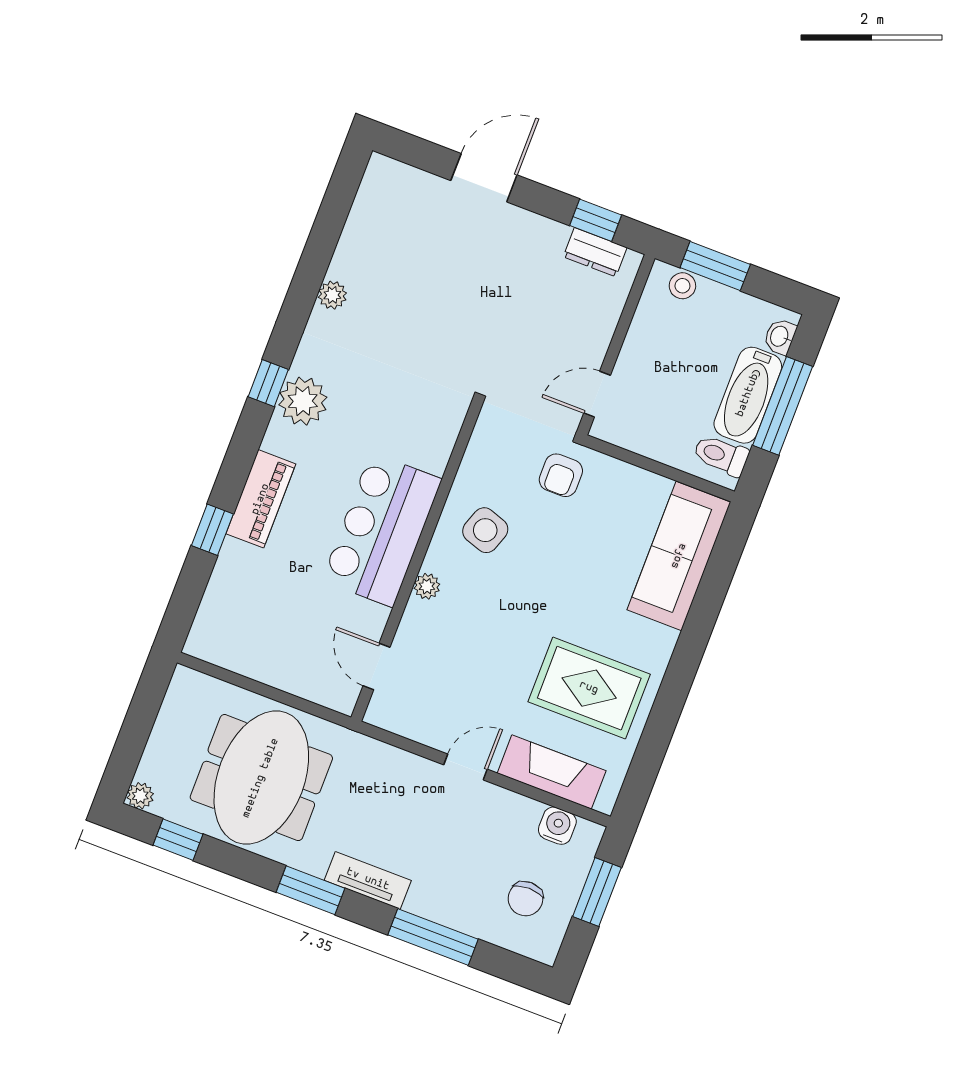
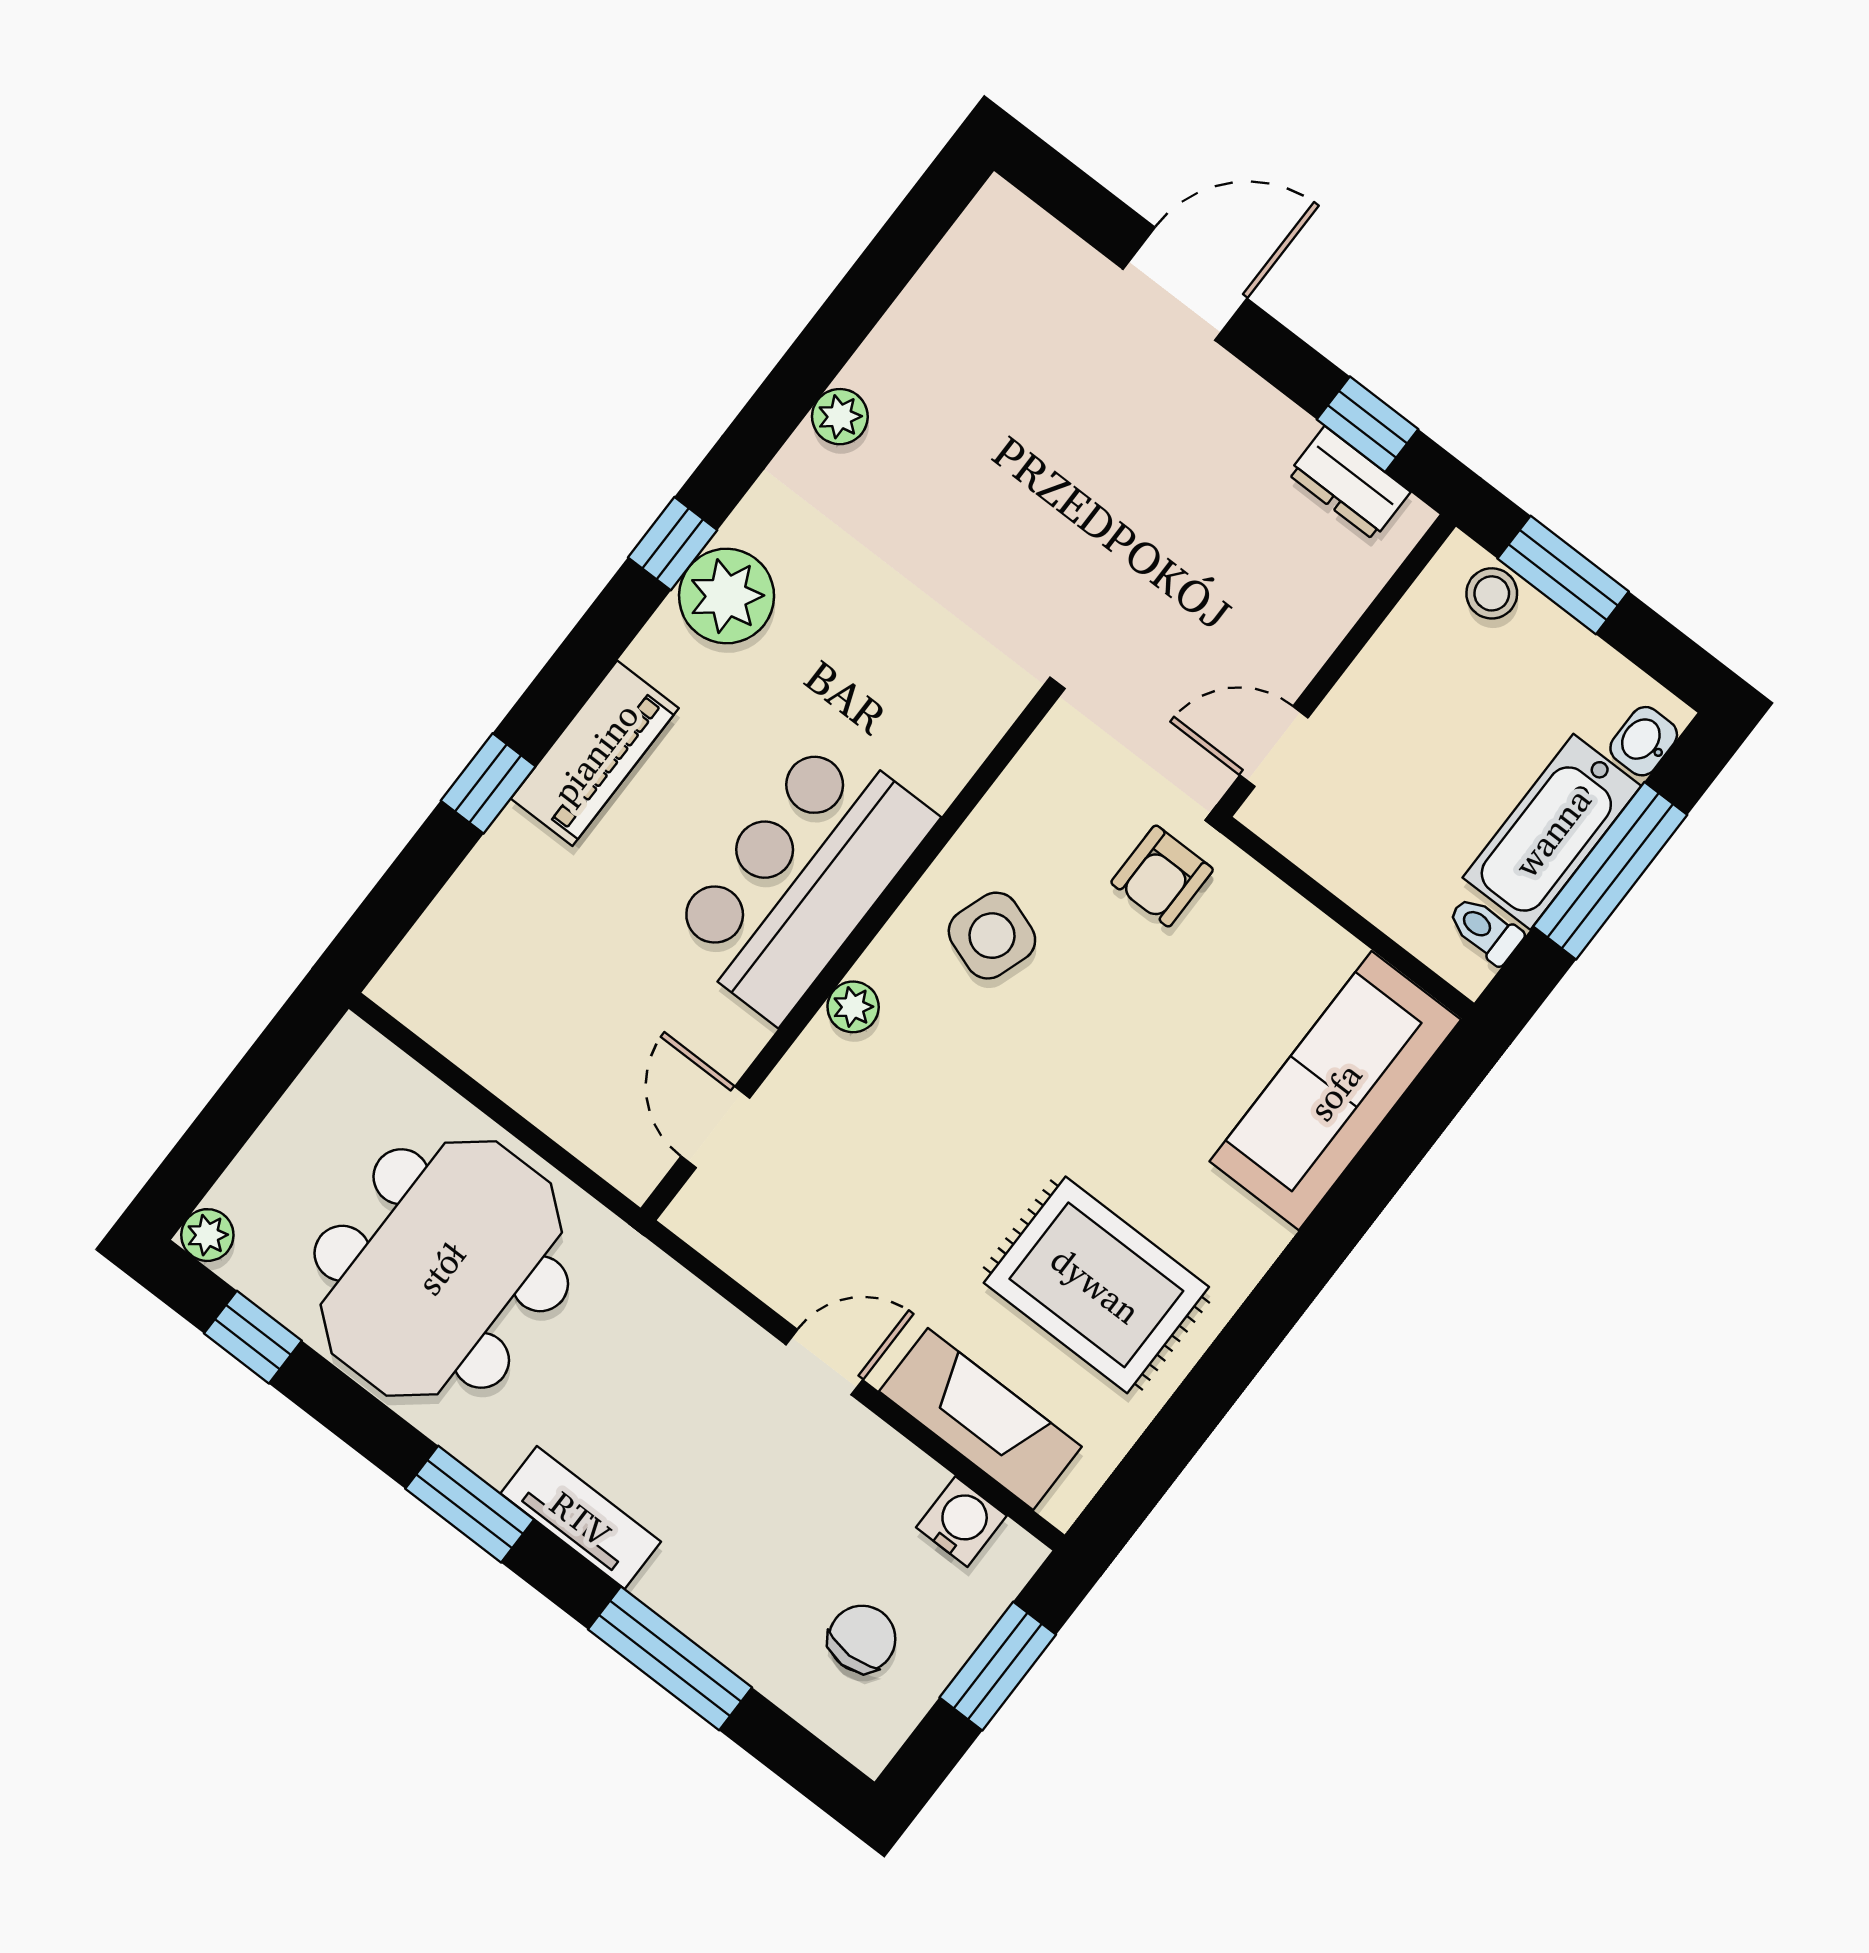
toilet: (721, 455) -> (1485, 930), width x0.73, depth x0.72
chair: (526, 899) -> (862, 1639), turned 180

